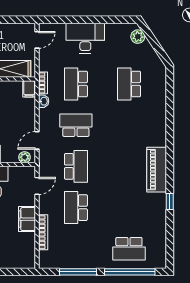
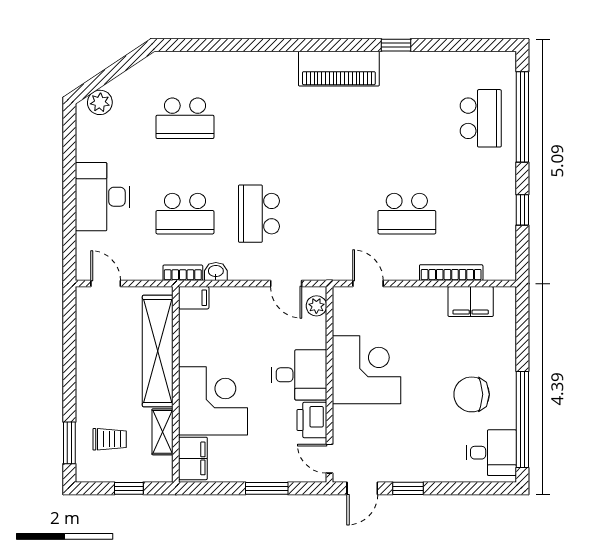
school desk: (76, 166) -> (333, 214), removed
filing cabinet: (27, 219) -> (471, 302), moved
window: (78, 272) -> (522, 210), width x0.46

